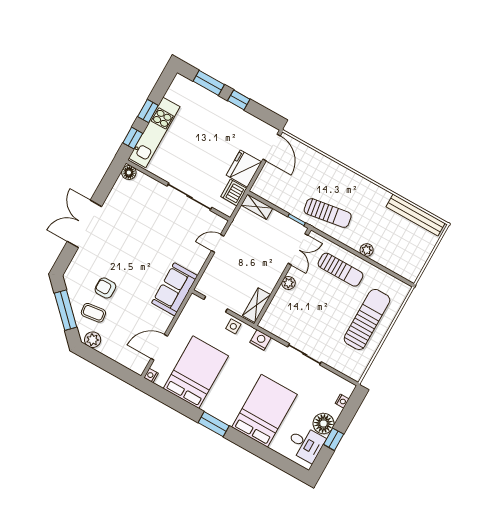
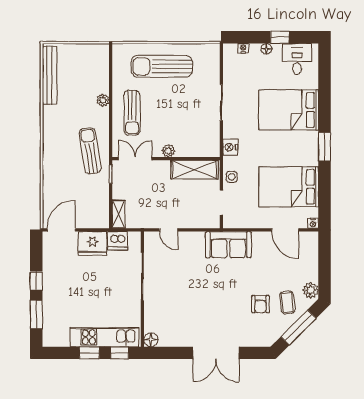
sun lounger: (340, 270) -> (132, 113), turned 180
shelving: (257, 305) -> (195, 170), width x1.50, depth x1.33
floor lamp: (323, 423) -> (266, 49), width x0.53, depth x0.53

